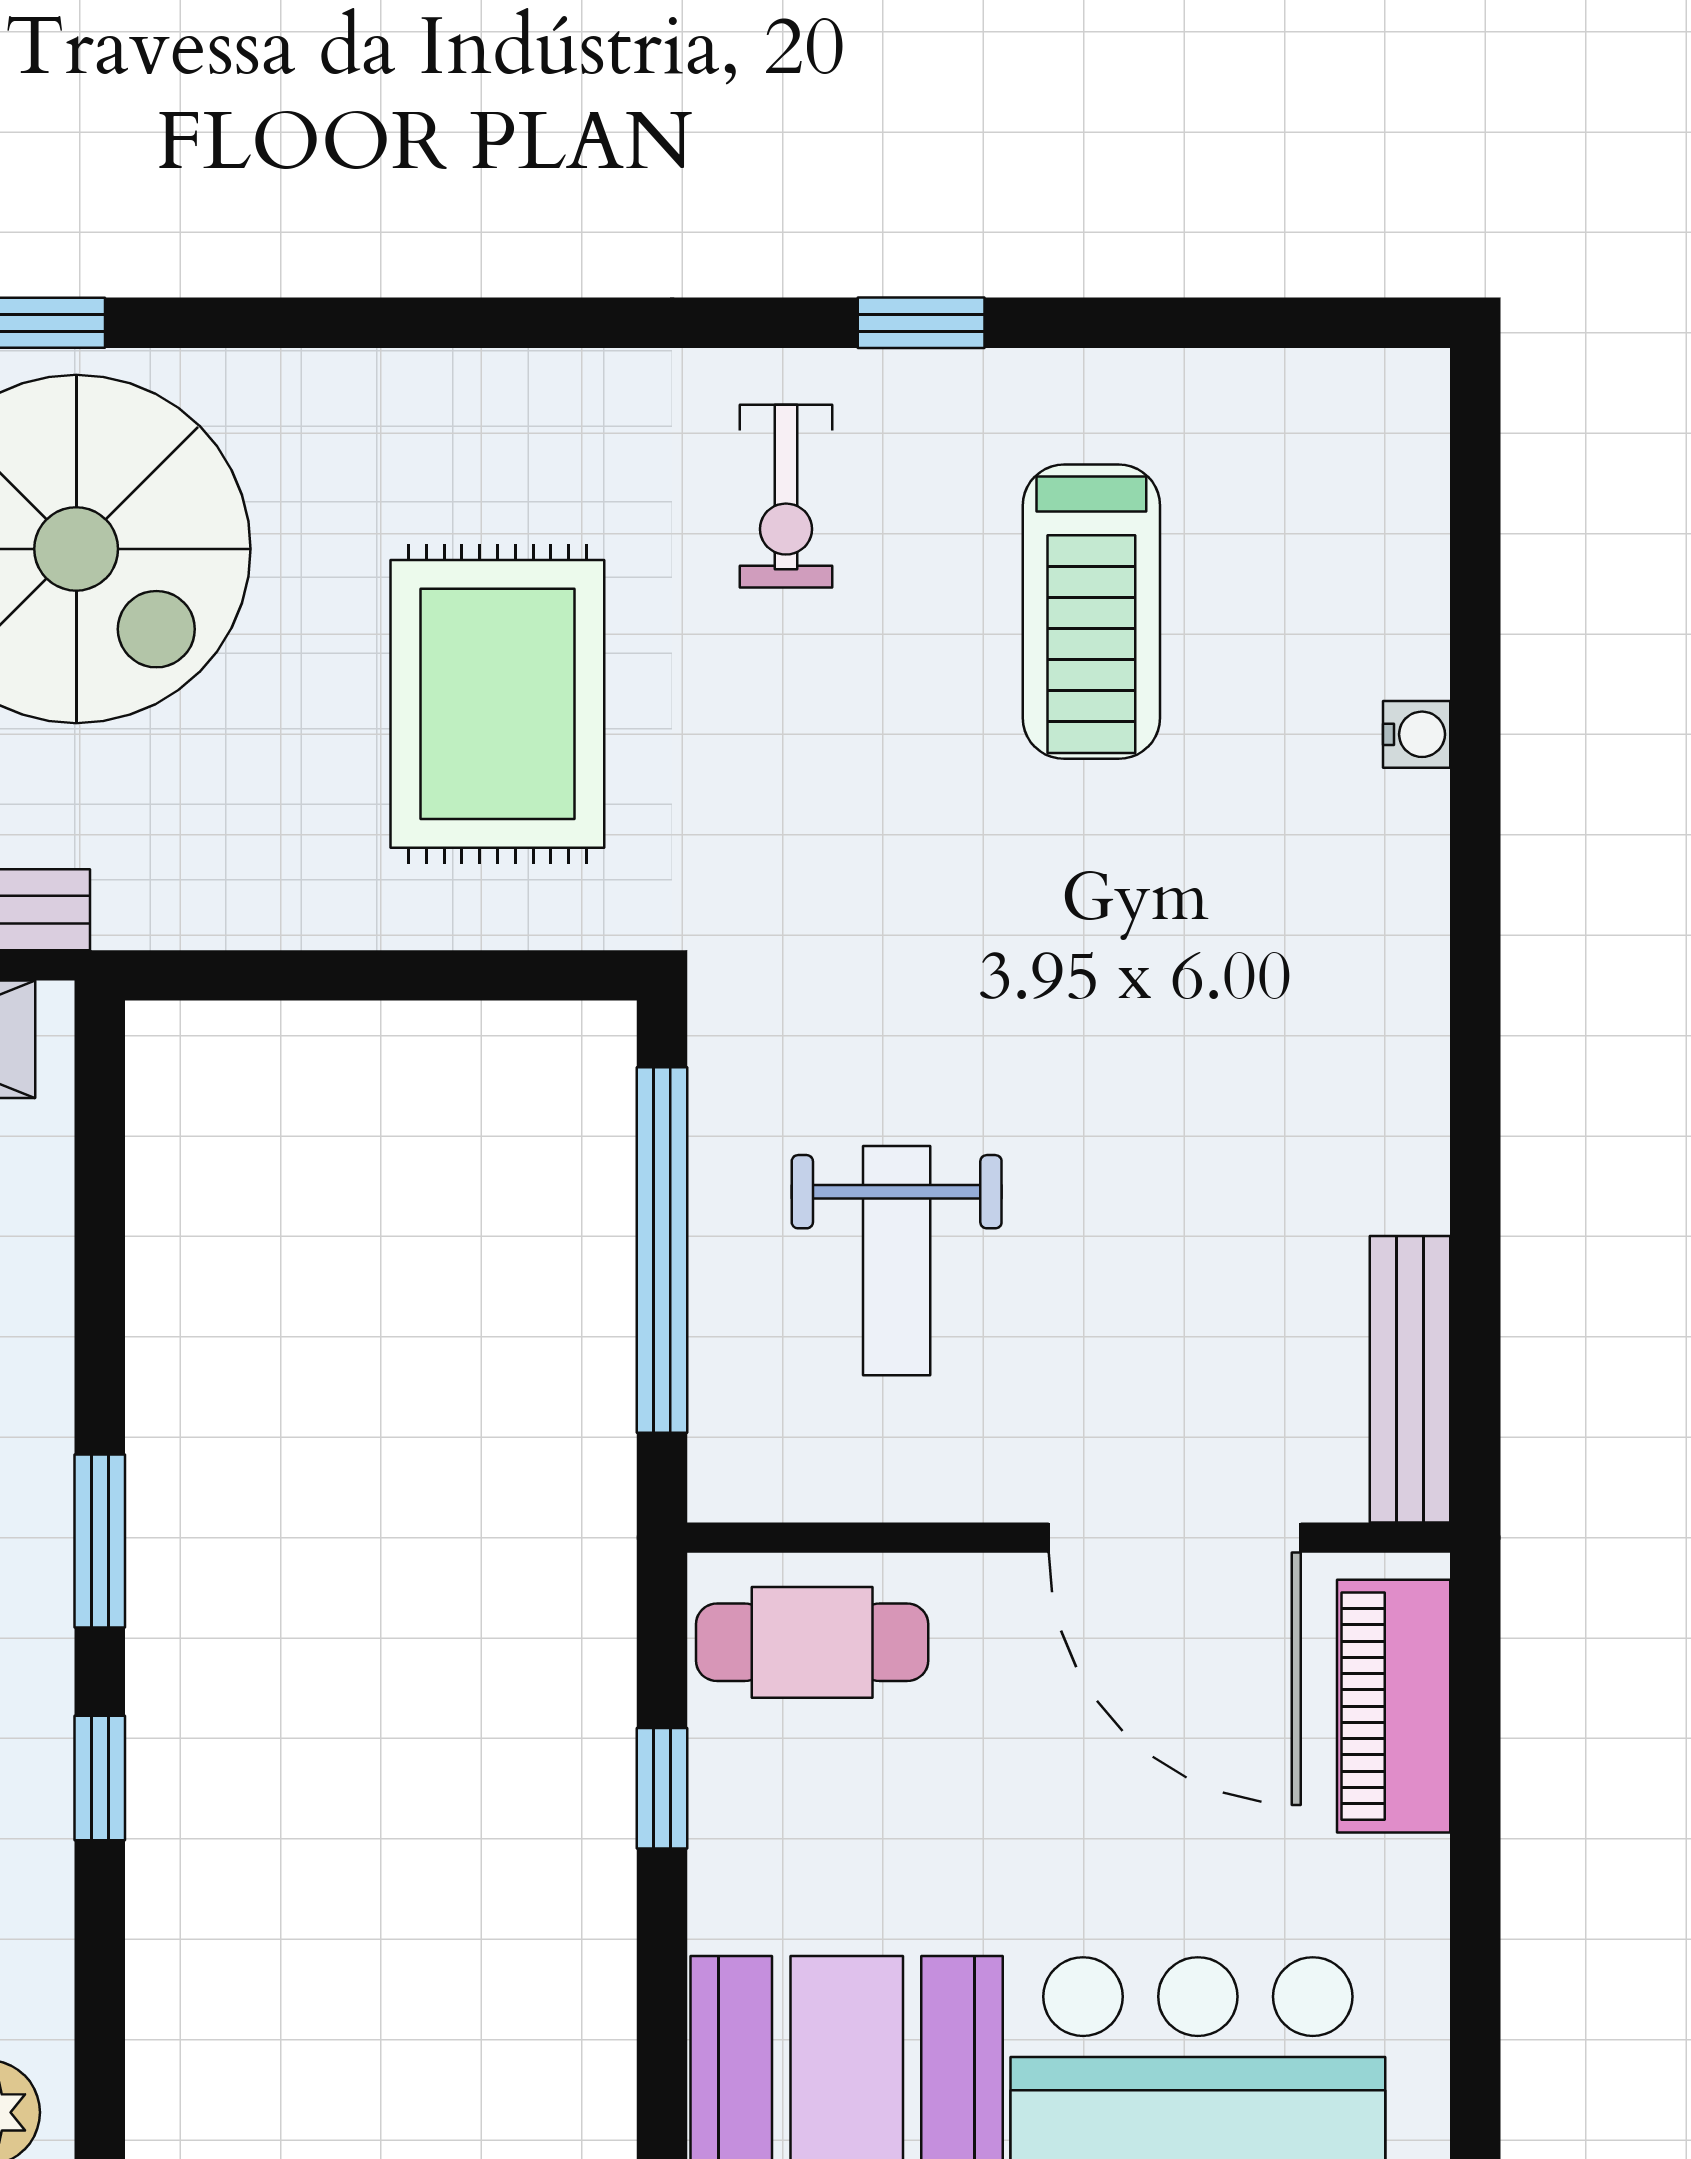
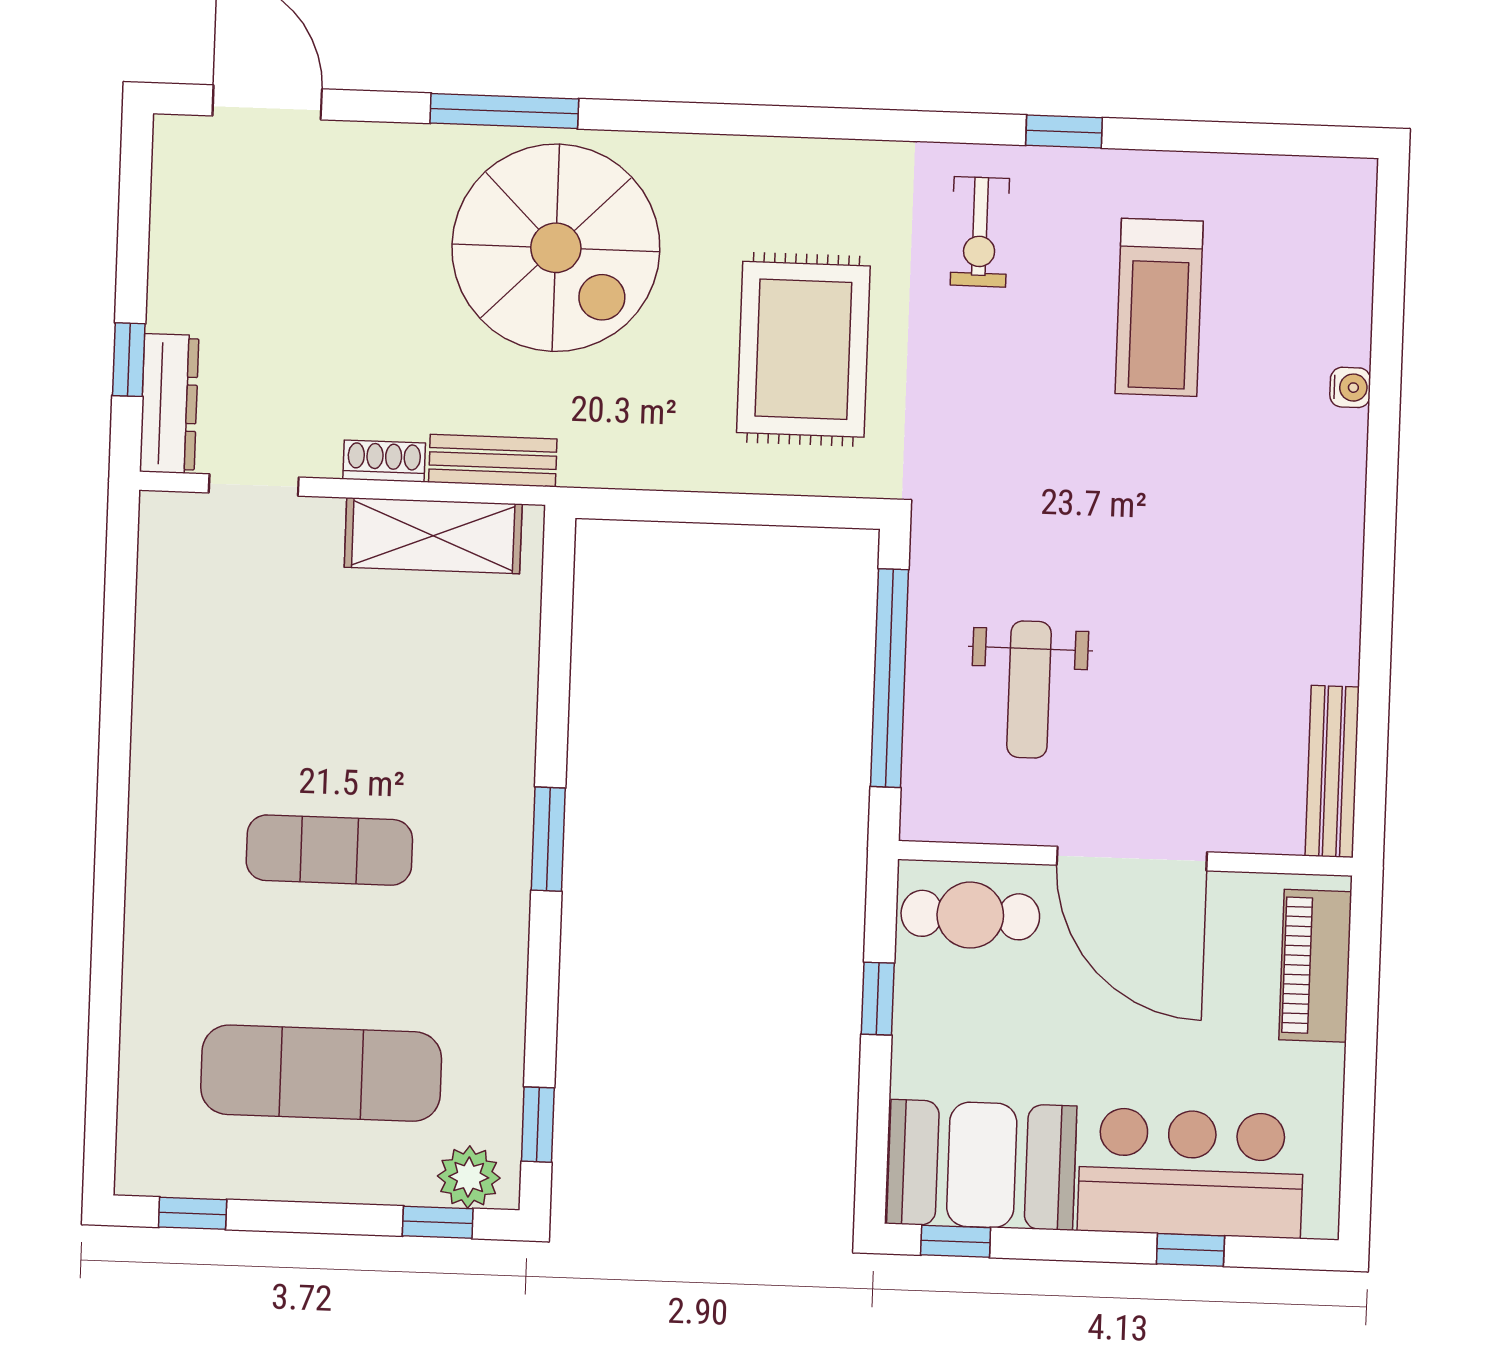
door: (1175, 1538) -> (1132, 859), moved
window: (100, 1778) -> (538, 1125), moved

